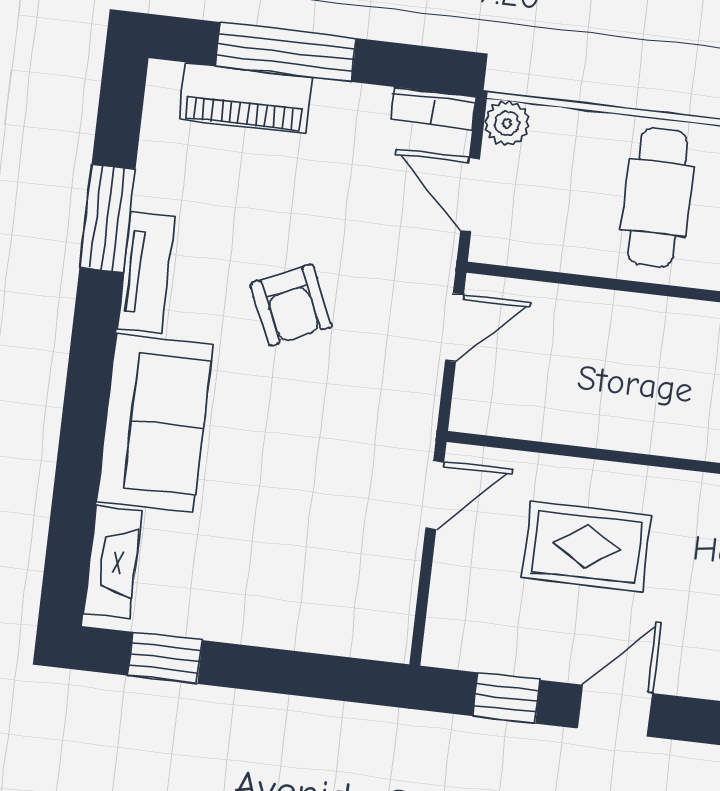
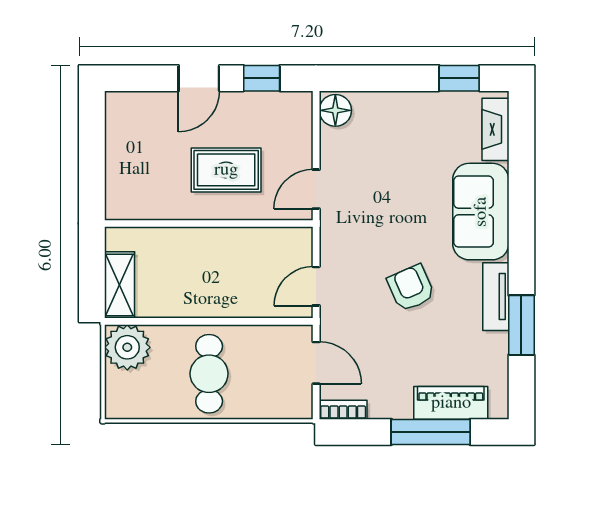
plant: (507, 123) -> (300, 406), removed
floor lamp: (386, 627) -> (335, 110), added

